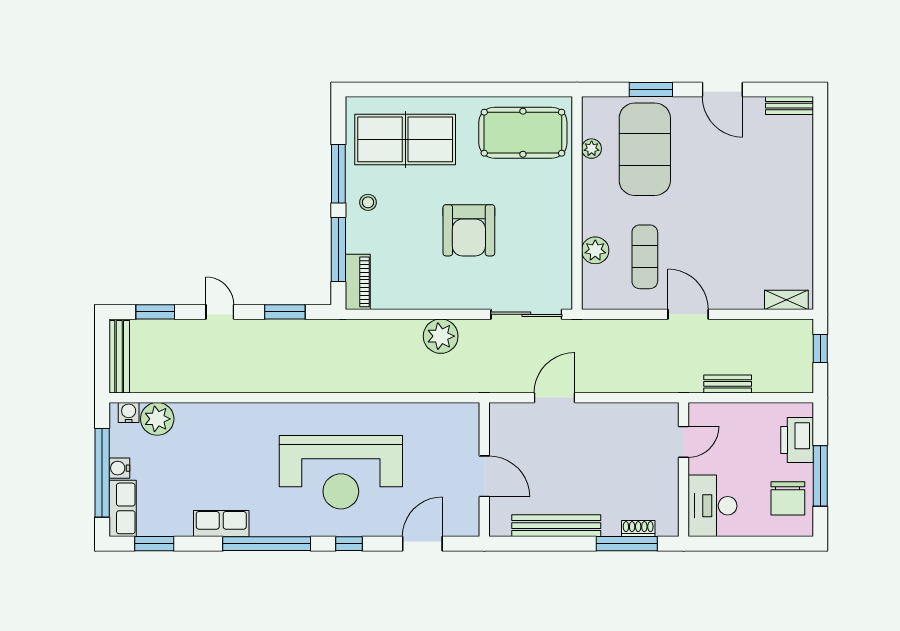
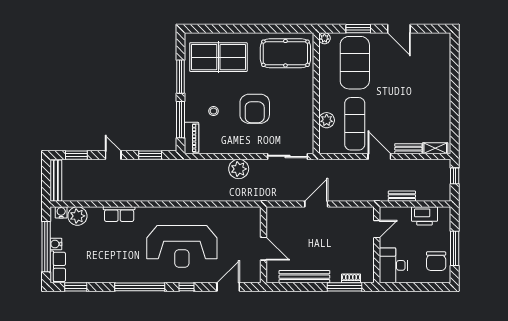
bench: (790, 106) -> (408, 149), moved
plant: (592, 149) -> (324, 38), moved
stool: (368, 202) -> (213, 111), moved
exercise mat: (645, 257) -> (355, 124), width x1.36, depth x1.45
door: (554, 398) -> (316, 204), moved
printer: (797, 440) -> (424, 216), moved, turned -90
row of seats: (221, 523) -> (119, 214), moved, turned 180

